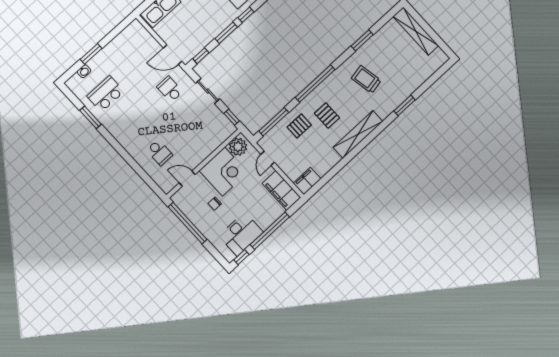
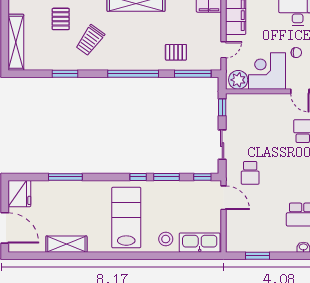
window: (91, 54) -> (257, 256), moved
trolley: (366, 79) -> (90, 40), turned 47
pallet: (327, 116) -> (61, 19), moved

